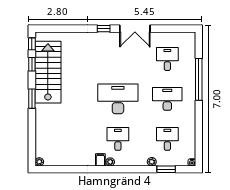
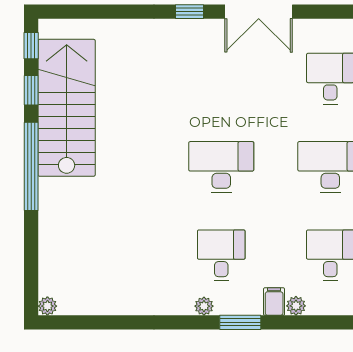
window: (32, 99) -> (31, 166), width x2.11
desk: (118, 99) -> (221, 167), width x0.73, depth x0.77
filing cabinet: (100, 160) -> (274, 302), moved
window: (166, 169) -> (240, 322), moved

